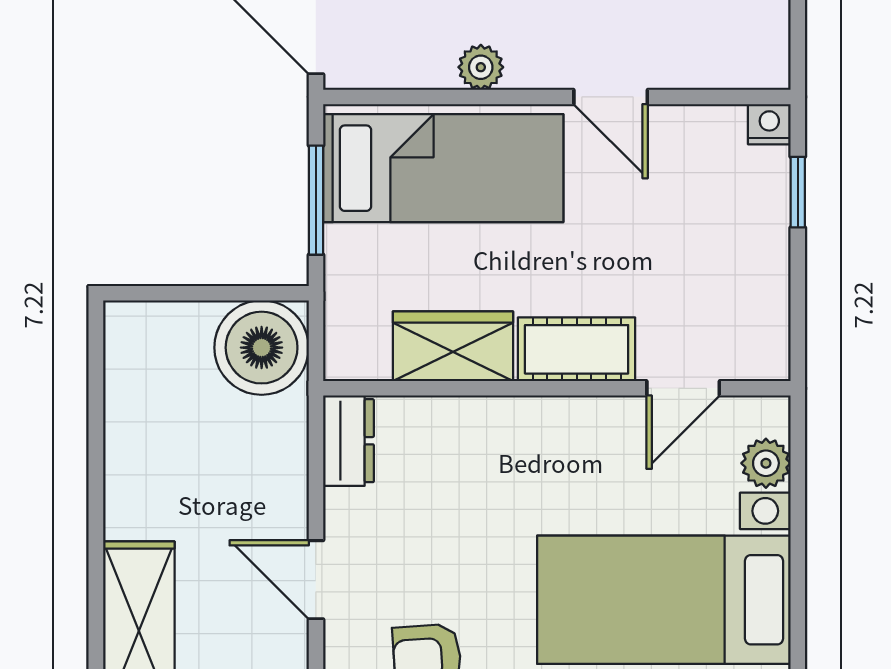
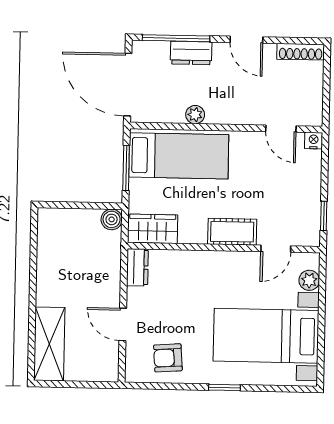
door: (611, 97) -> (281, 129), moved
window: (798, 192) -> (324, 216), moved
wardrobe: (453, 346) -> (153, 229), moved
boiler: (262, 348) -> (112, 219), width x0.54, depth x0.54

